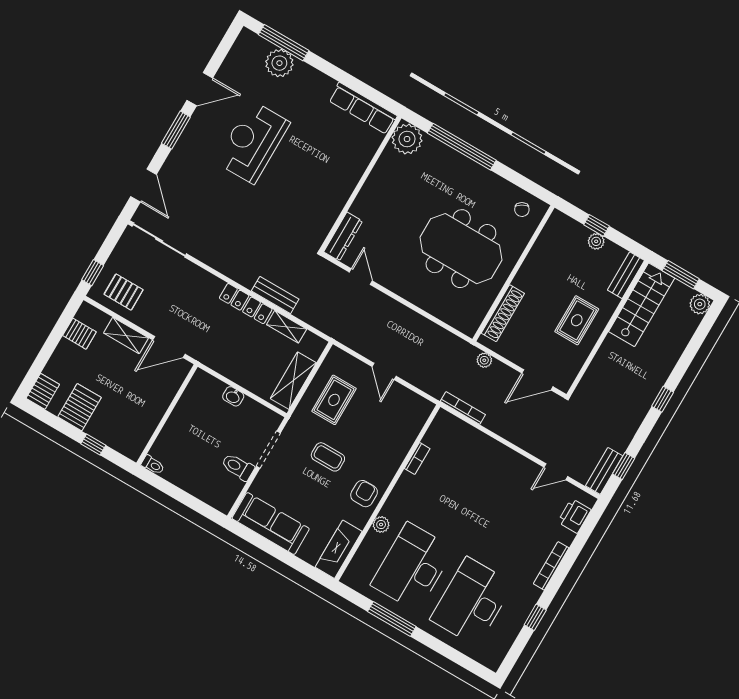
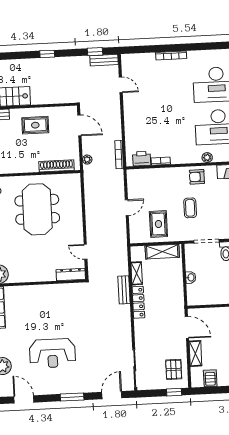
door: (200, 89) -> (24, 399), moved
door: (361, 277) -> (86, 252), hinge flipped
rug: (334, 400) -> (158, 224), turned 90
printer: (574, 516) -> (142, 159), moved, turned 180
window: (535, 617) -> (203, 46), removed

